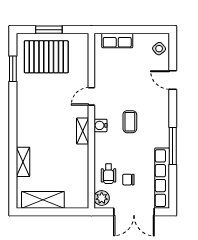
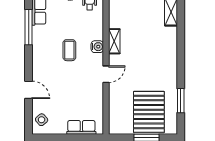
pallet: (46, 57) -> (149, 112), turned 90

